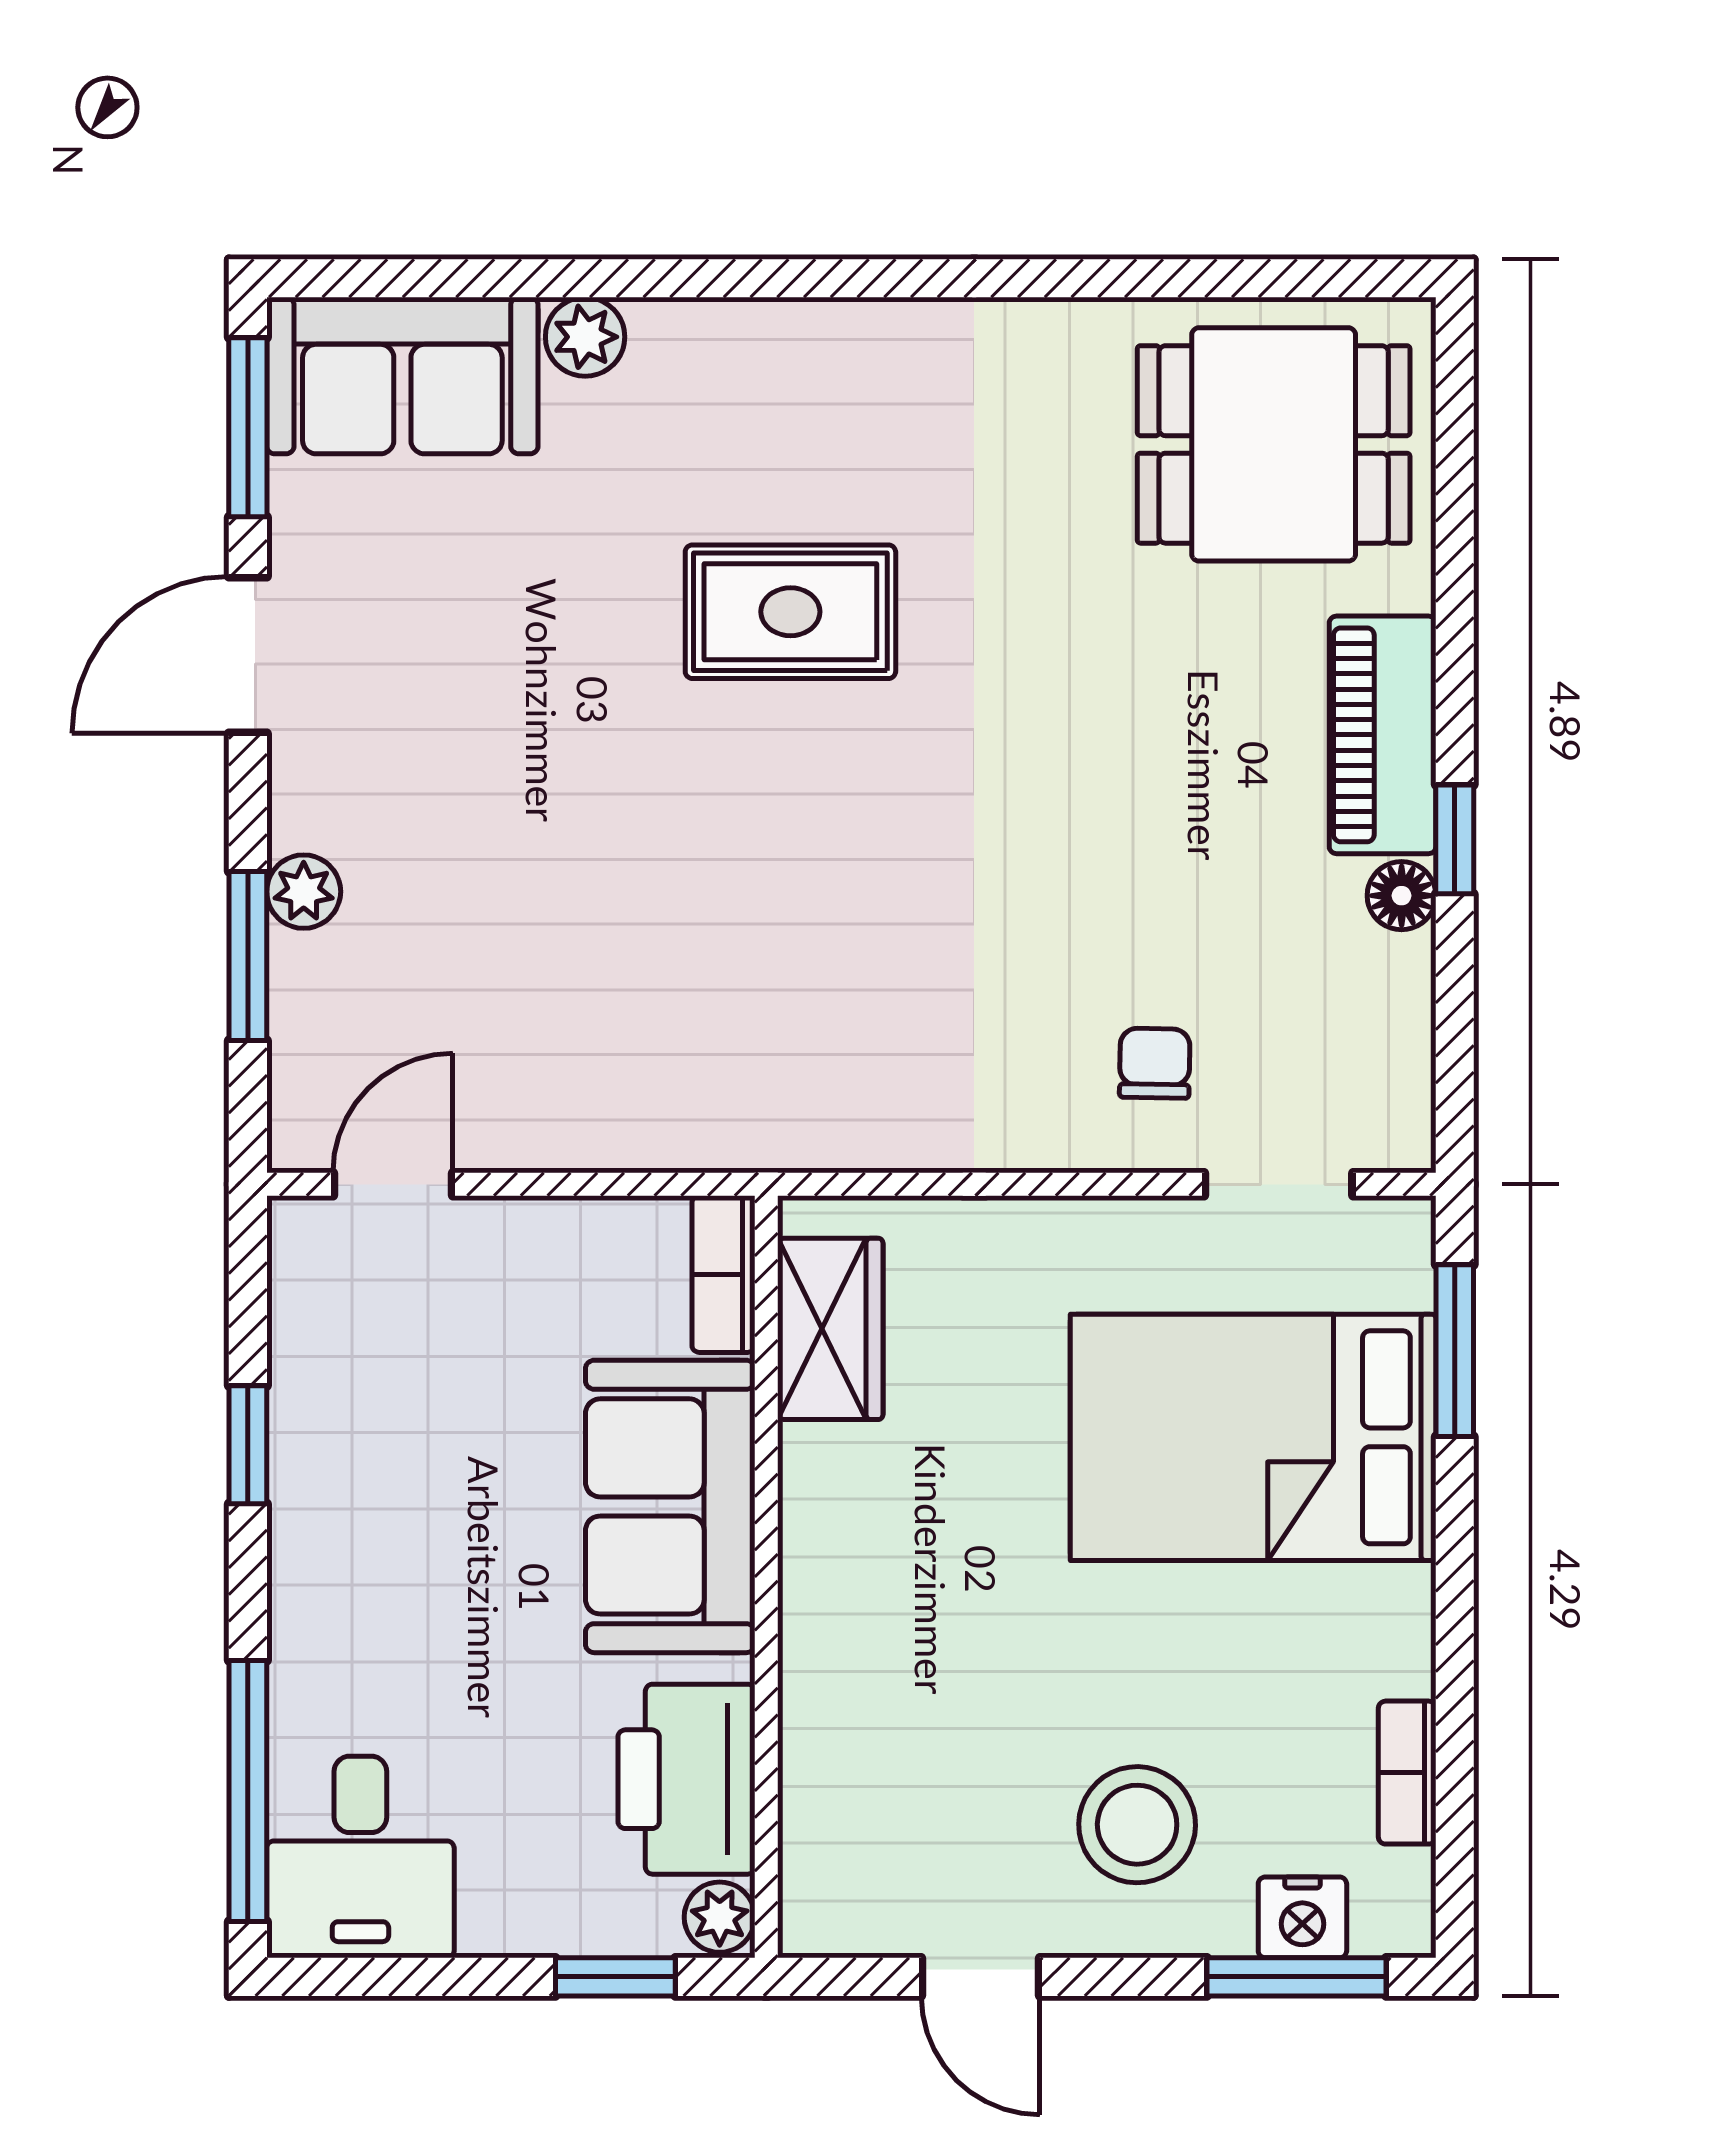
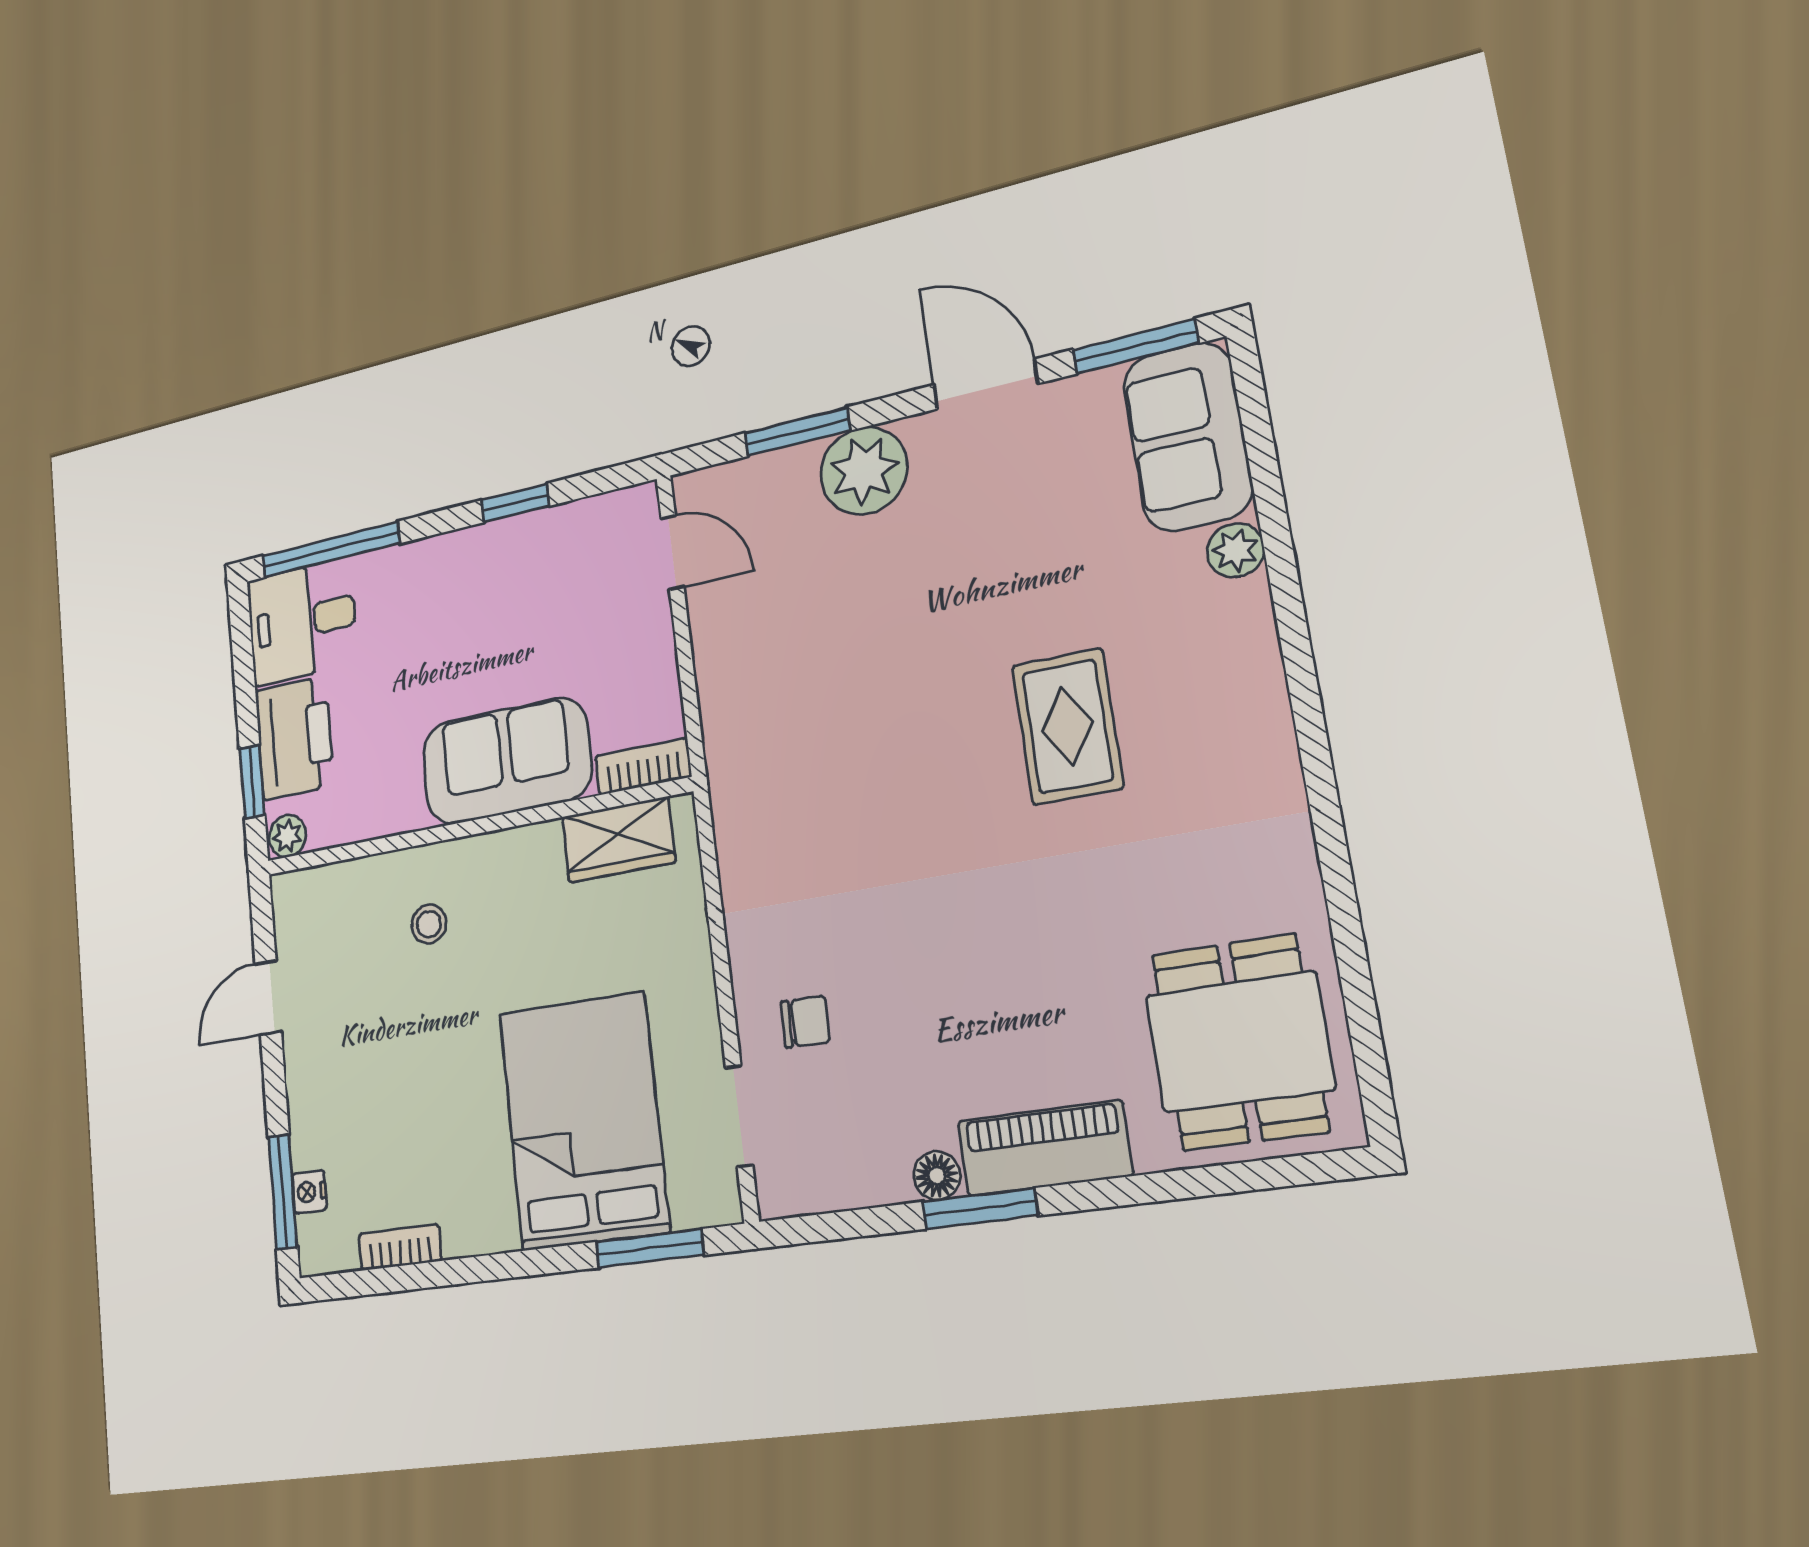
window: (1455, 839) -> (980, 1209), width x1.50
plant: (304, 892) -> (864, 471), width x1.88, depth x1.88
printer: (686, 1779) -> (294, 738), moved, turned 90
stool: (1137, 1825) -> (429, 924), moved, width x0.53, depth x0.53
nightstand: (1302, 1917) -> (309, 1192), width x0.72, depth x0.74

